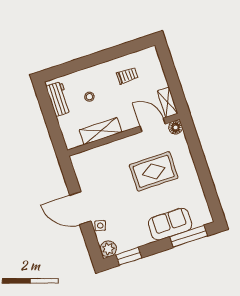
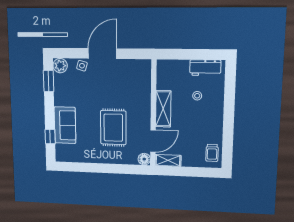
trolley: (127, 76) -> (212, 153), moved
shelving: (101, 131) -> (163, 109), moved
window: (189, 236) -> (50, 137), width x0.46

